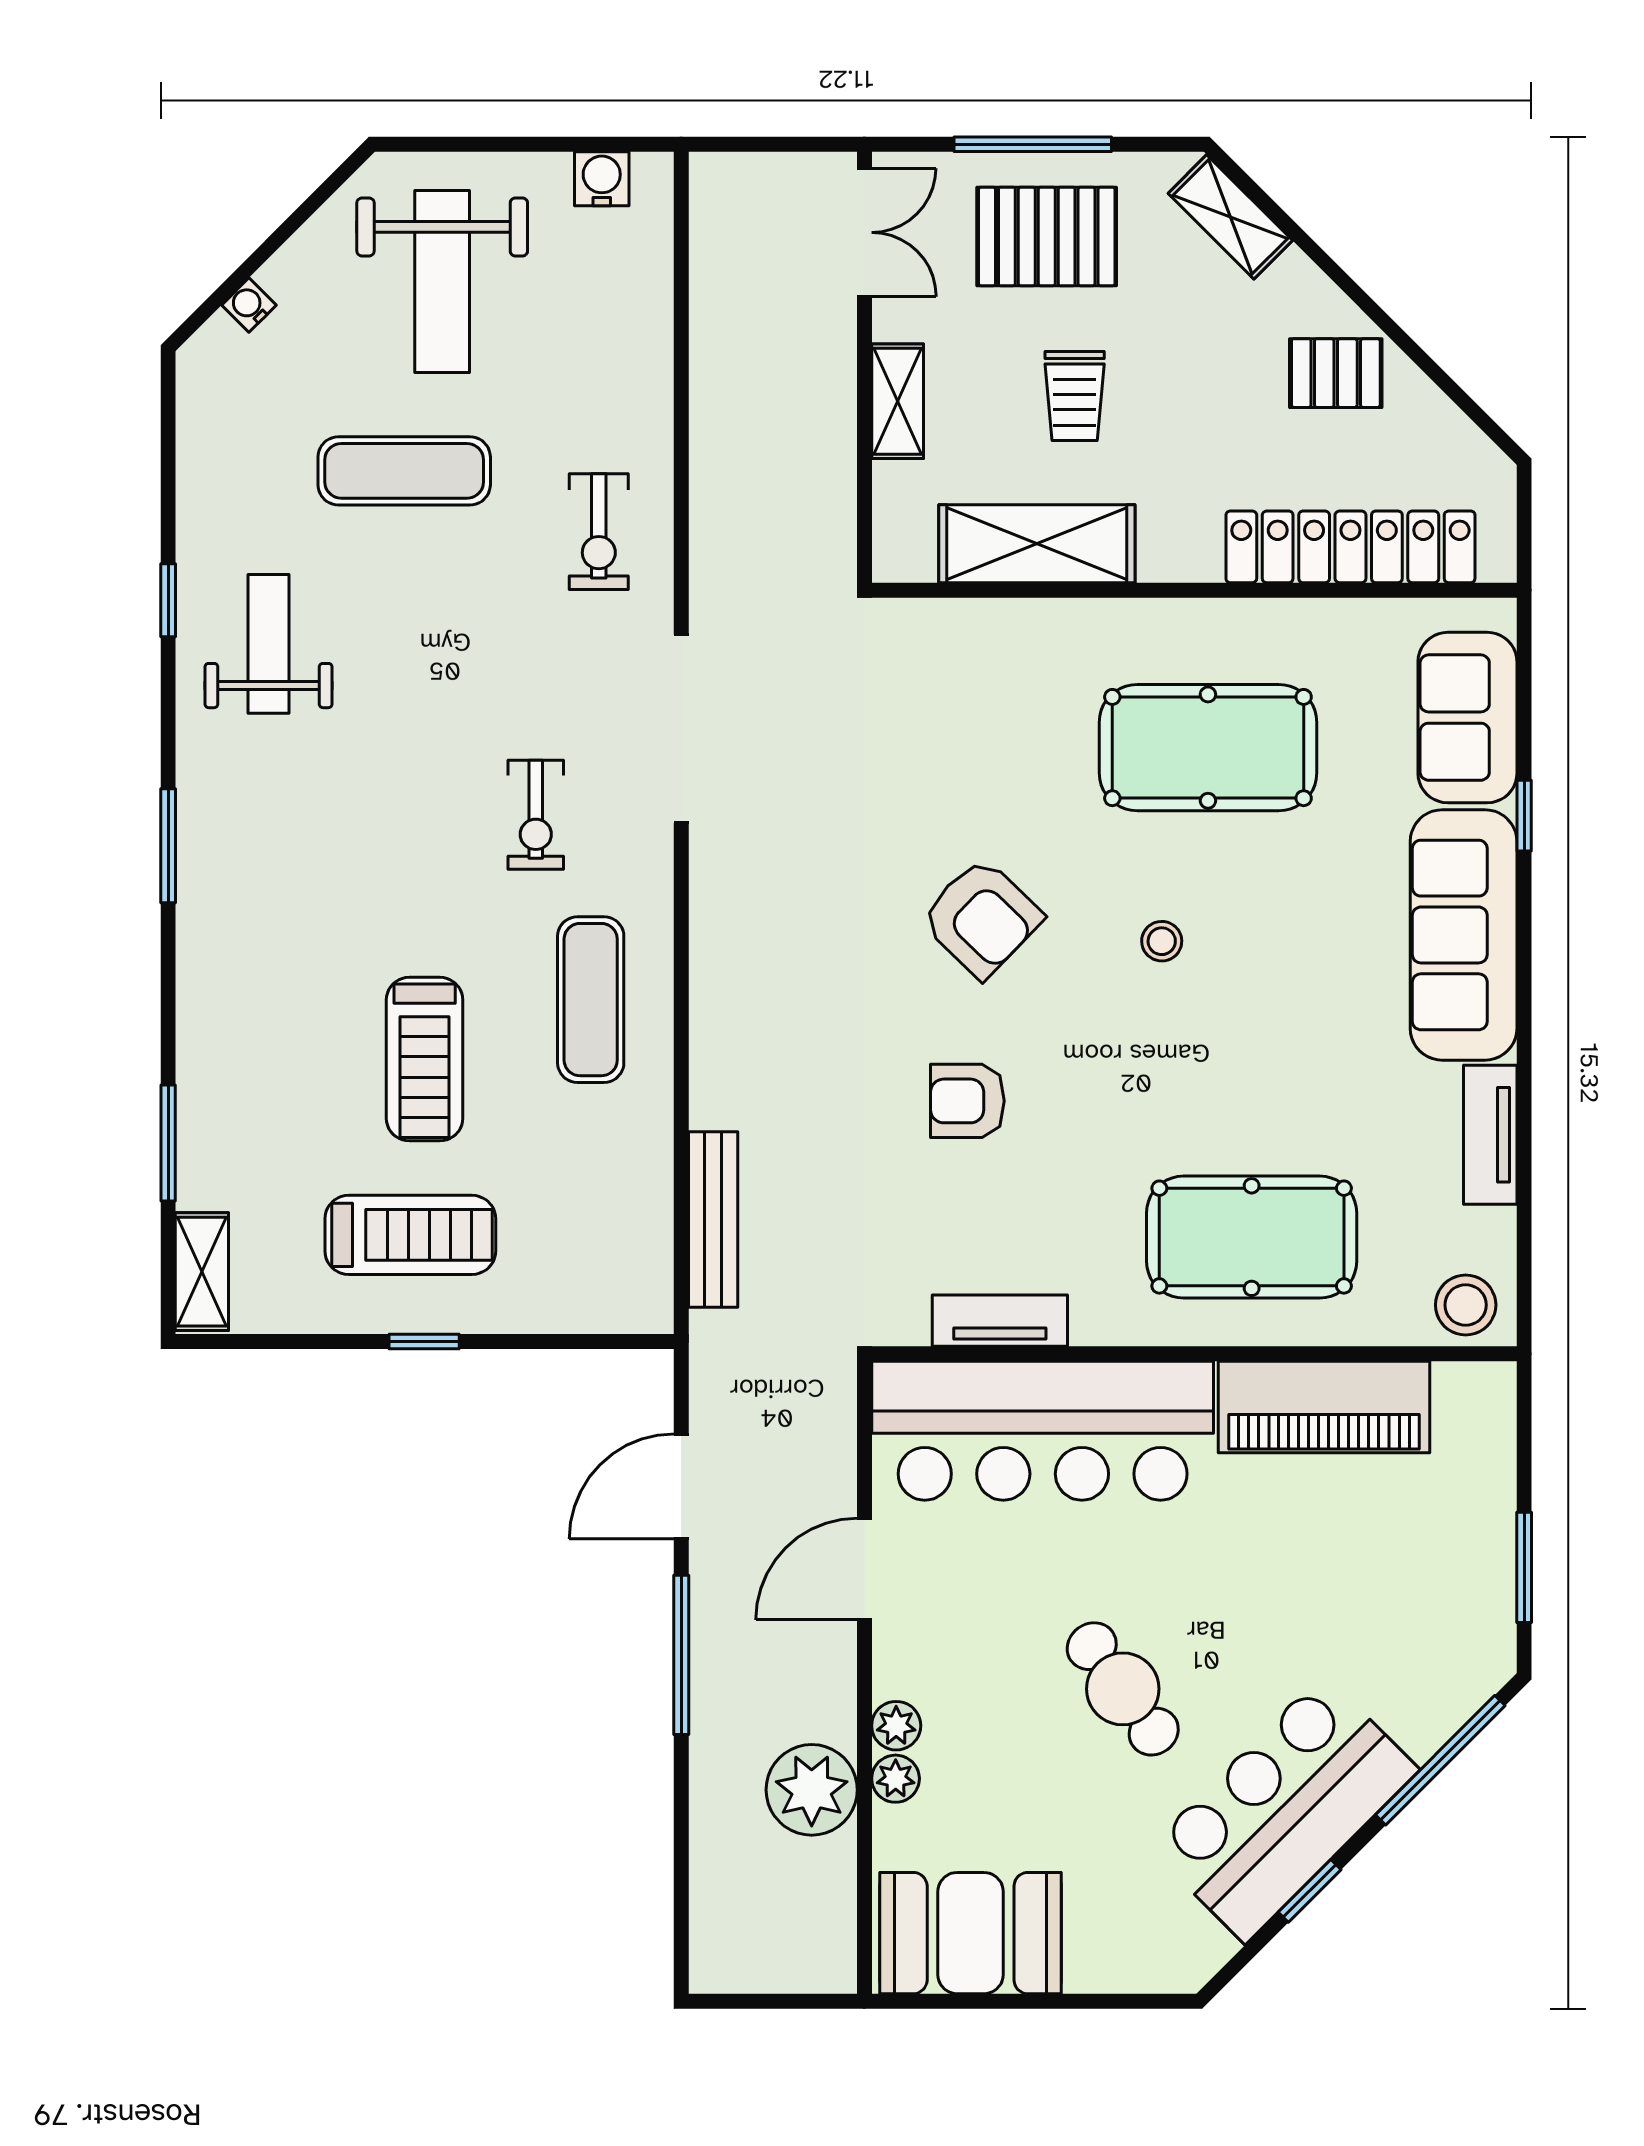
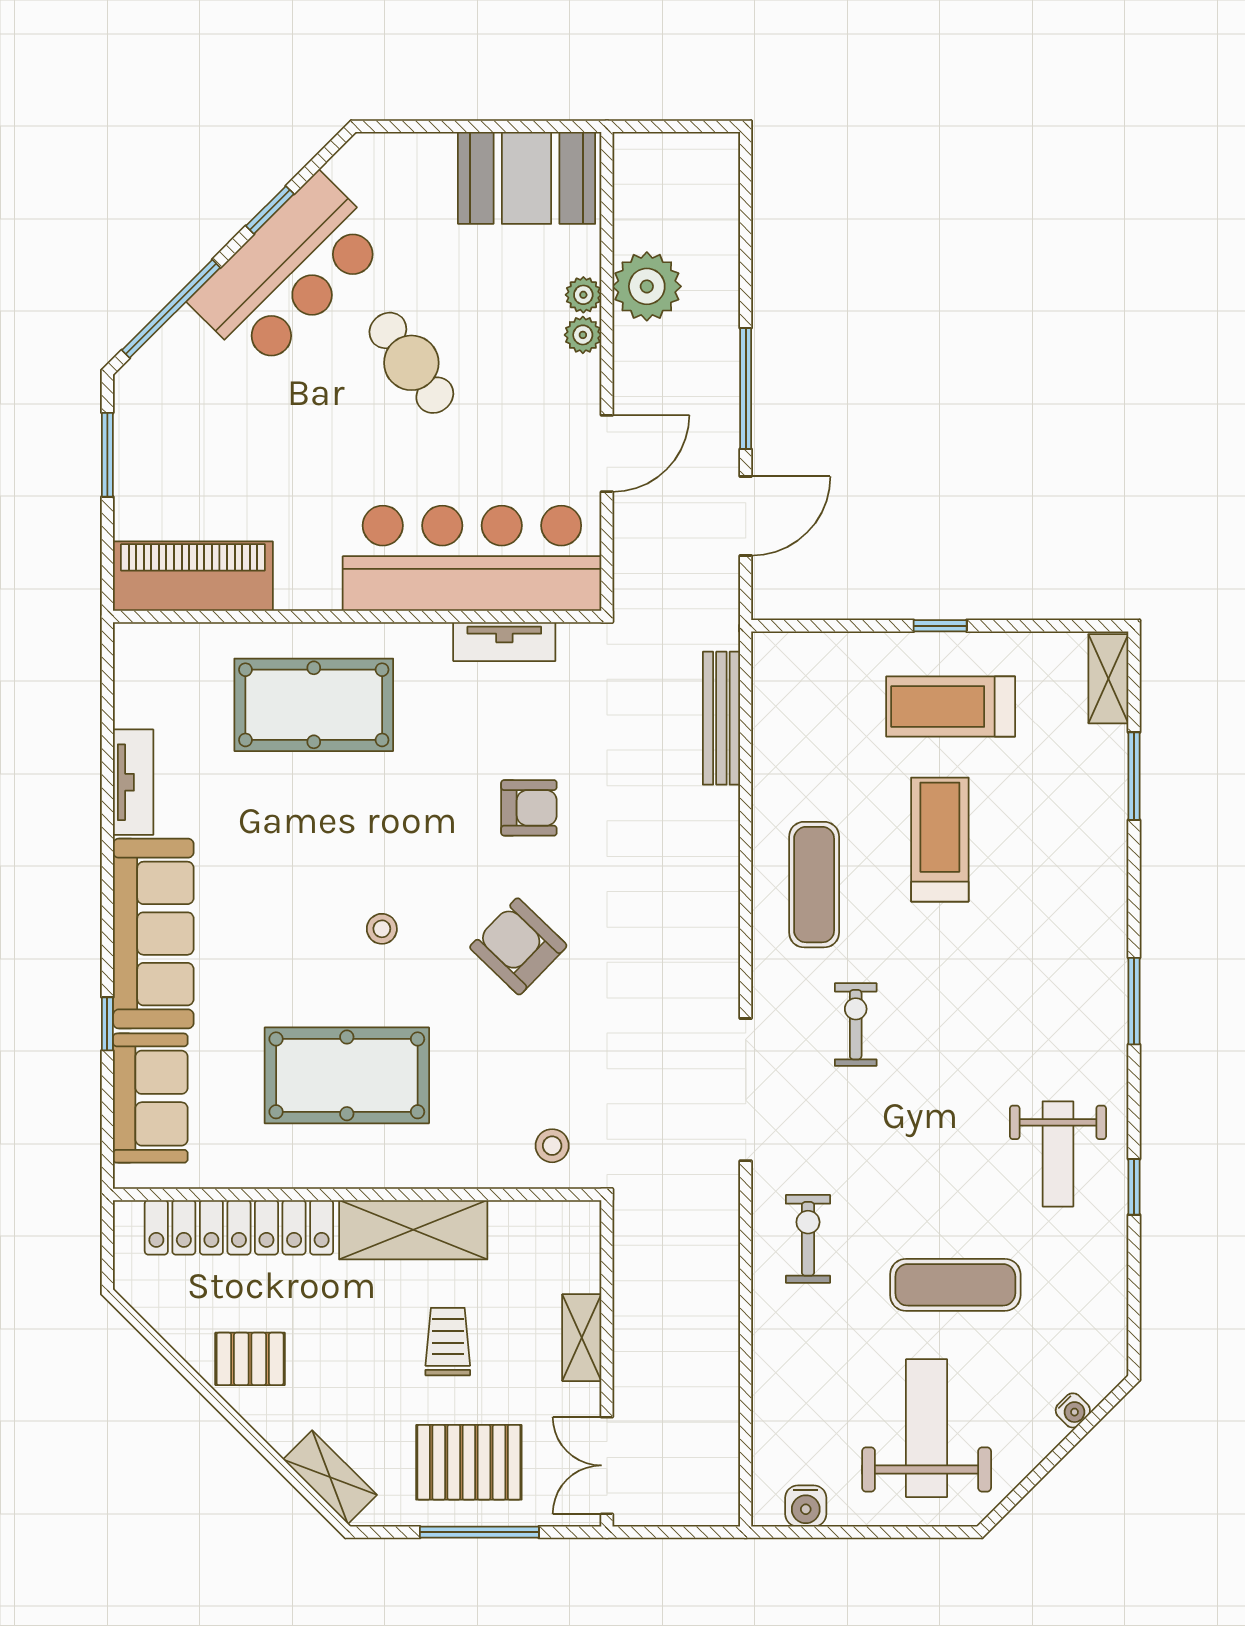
shelving: (1037, 544) -> (413, 1230), moved
stool: (1466, 1305) -> (552, 1146), moved, width x0.73, depth x0.73
piano: (1324, 1407) -> (193, 576), moved

